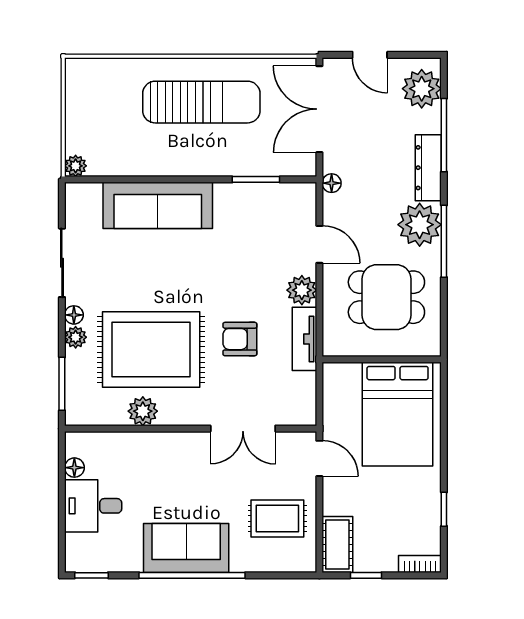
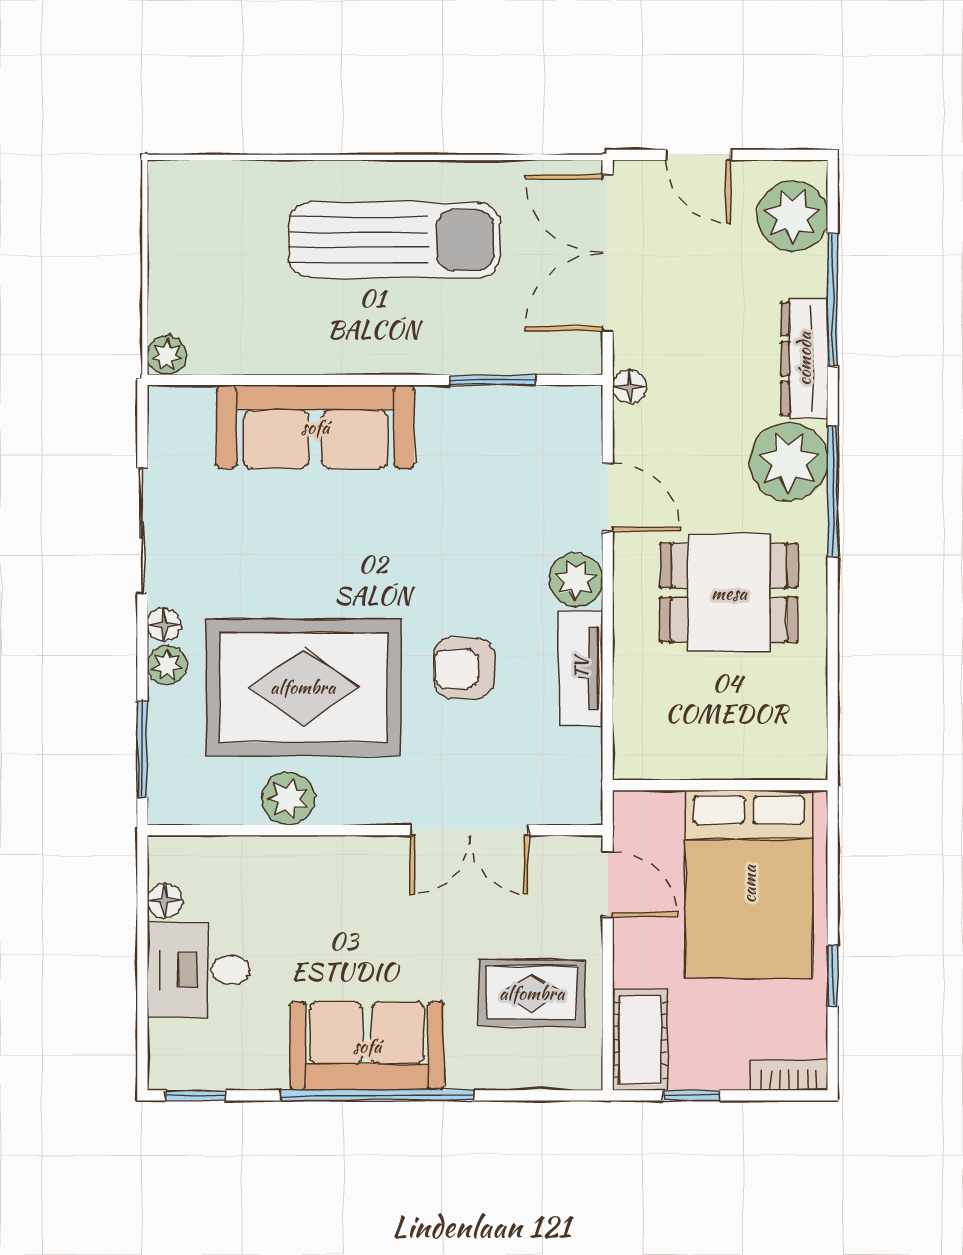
wall: (382, 359) -> (720, 785), moved
bed: (398, 414) -> (749, 884), moved

